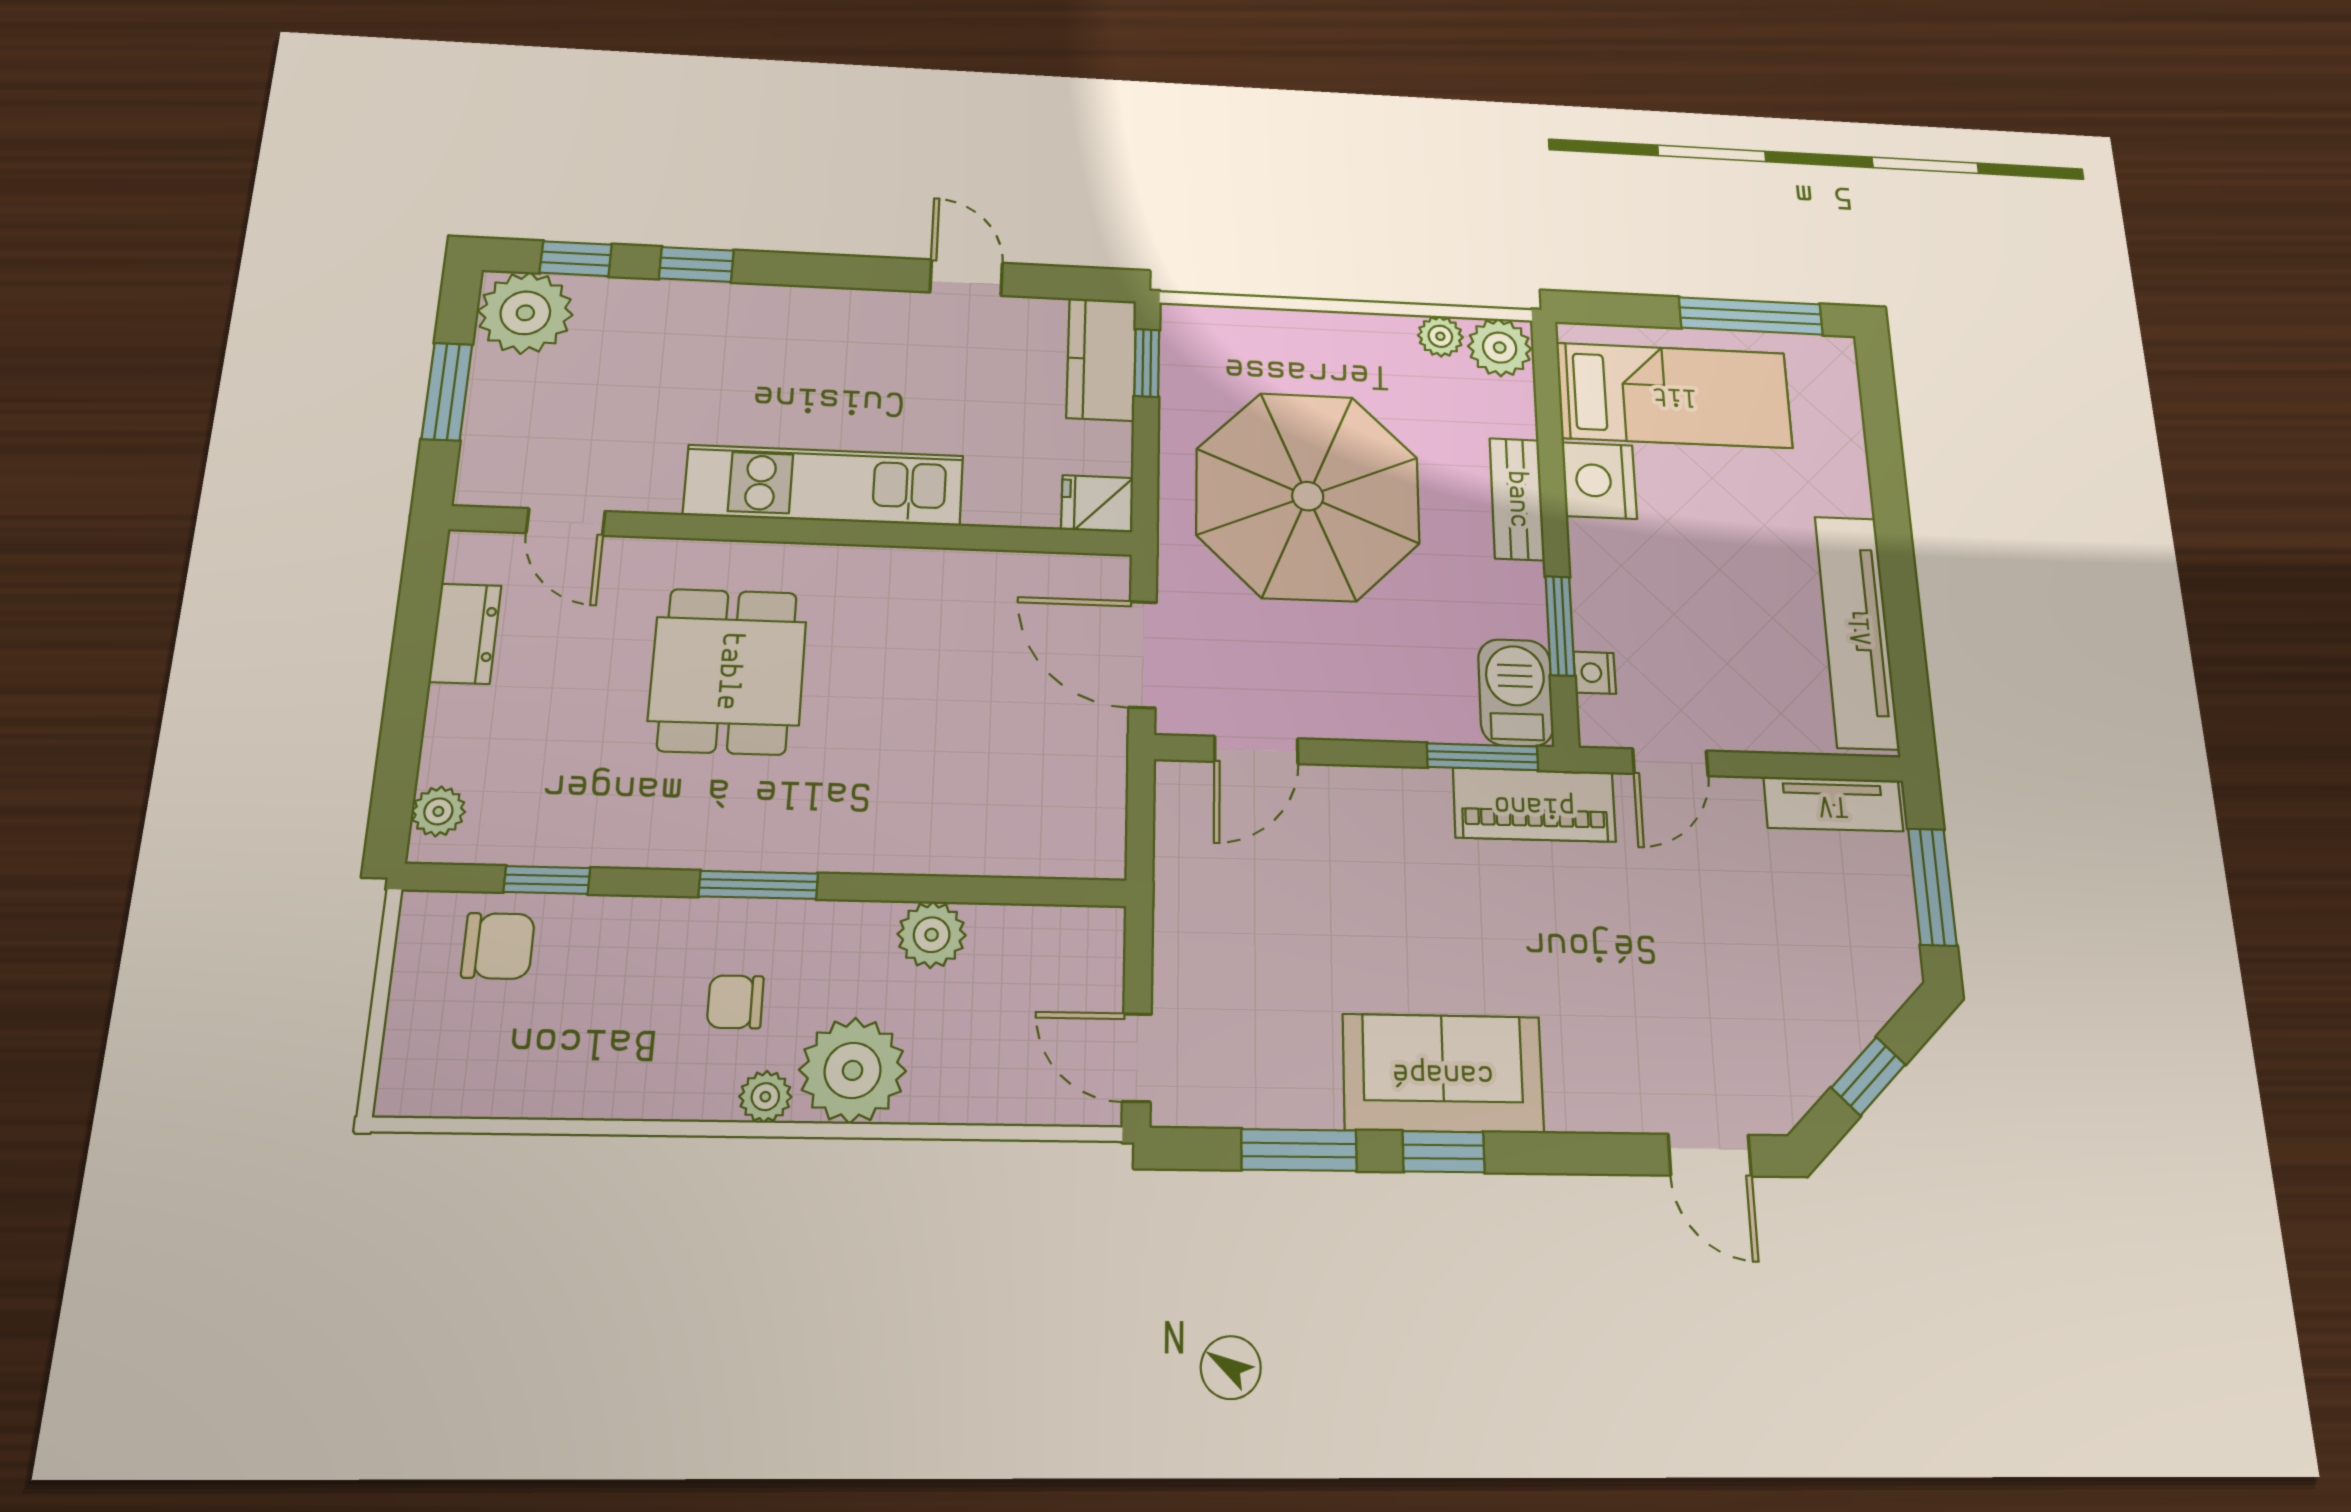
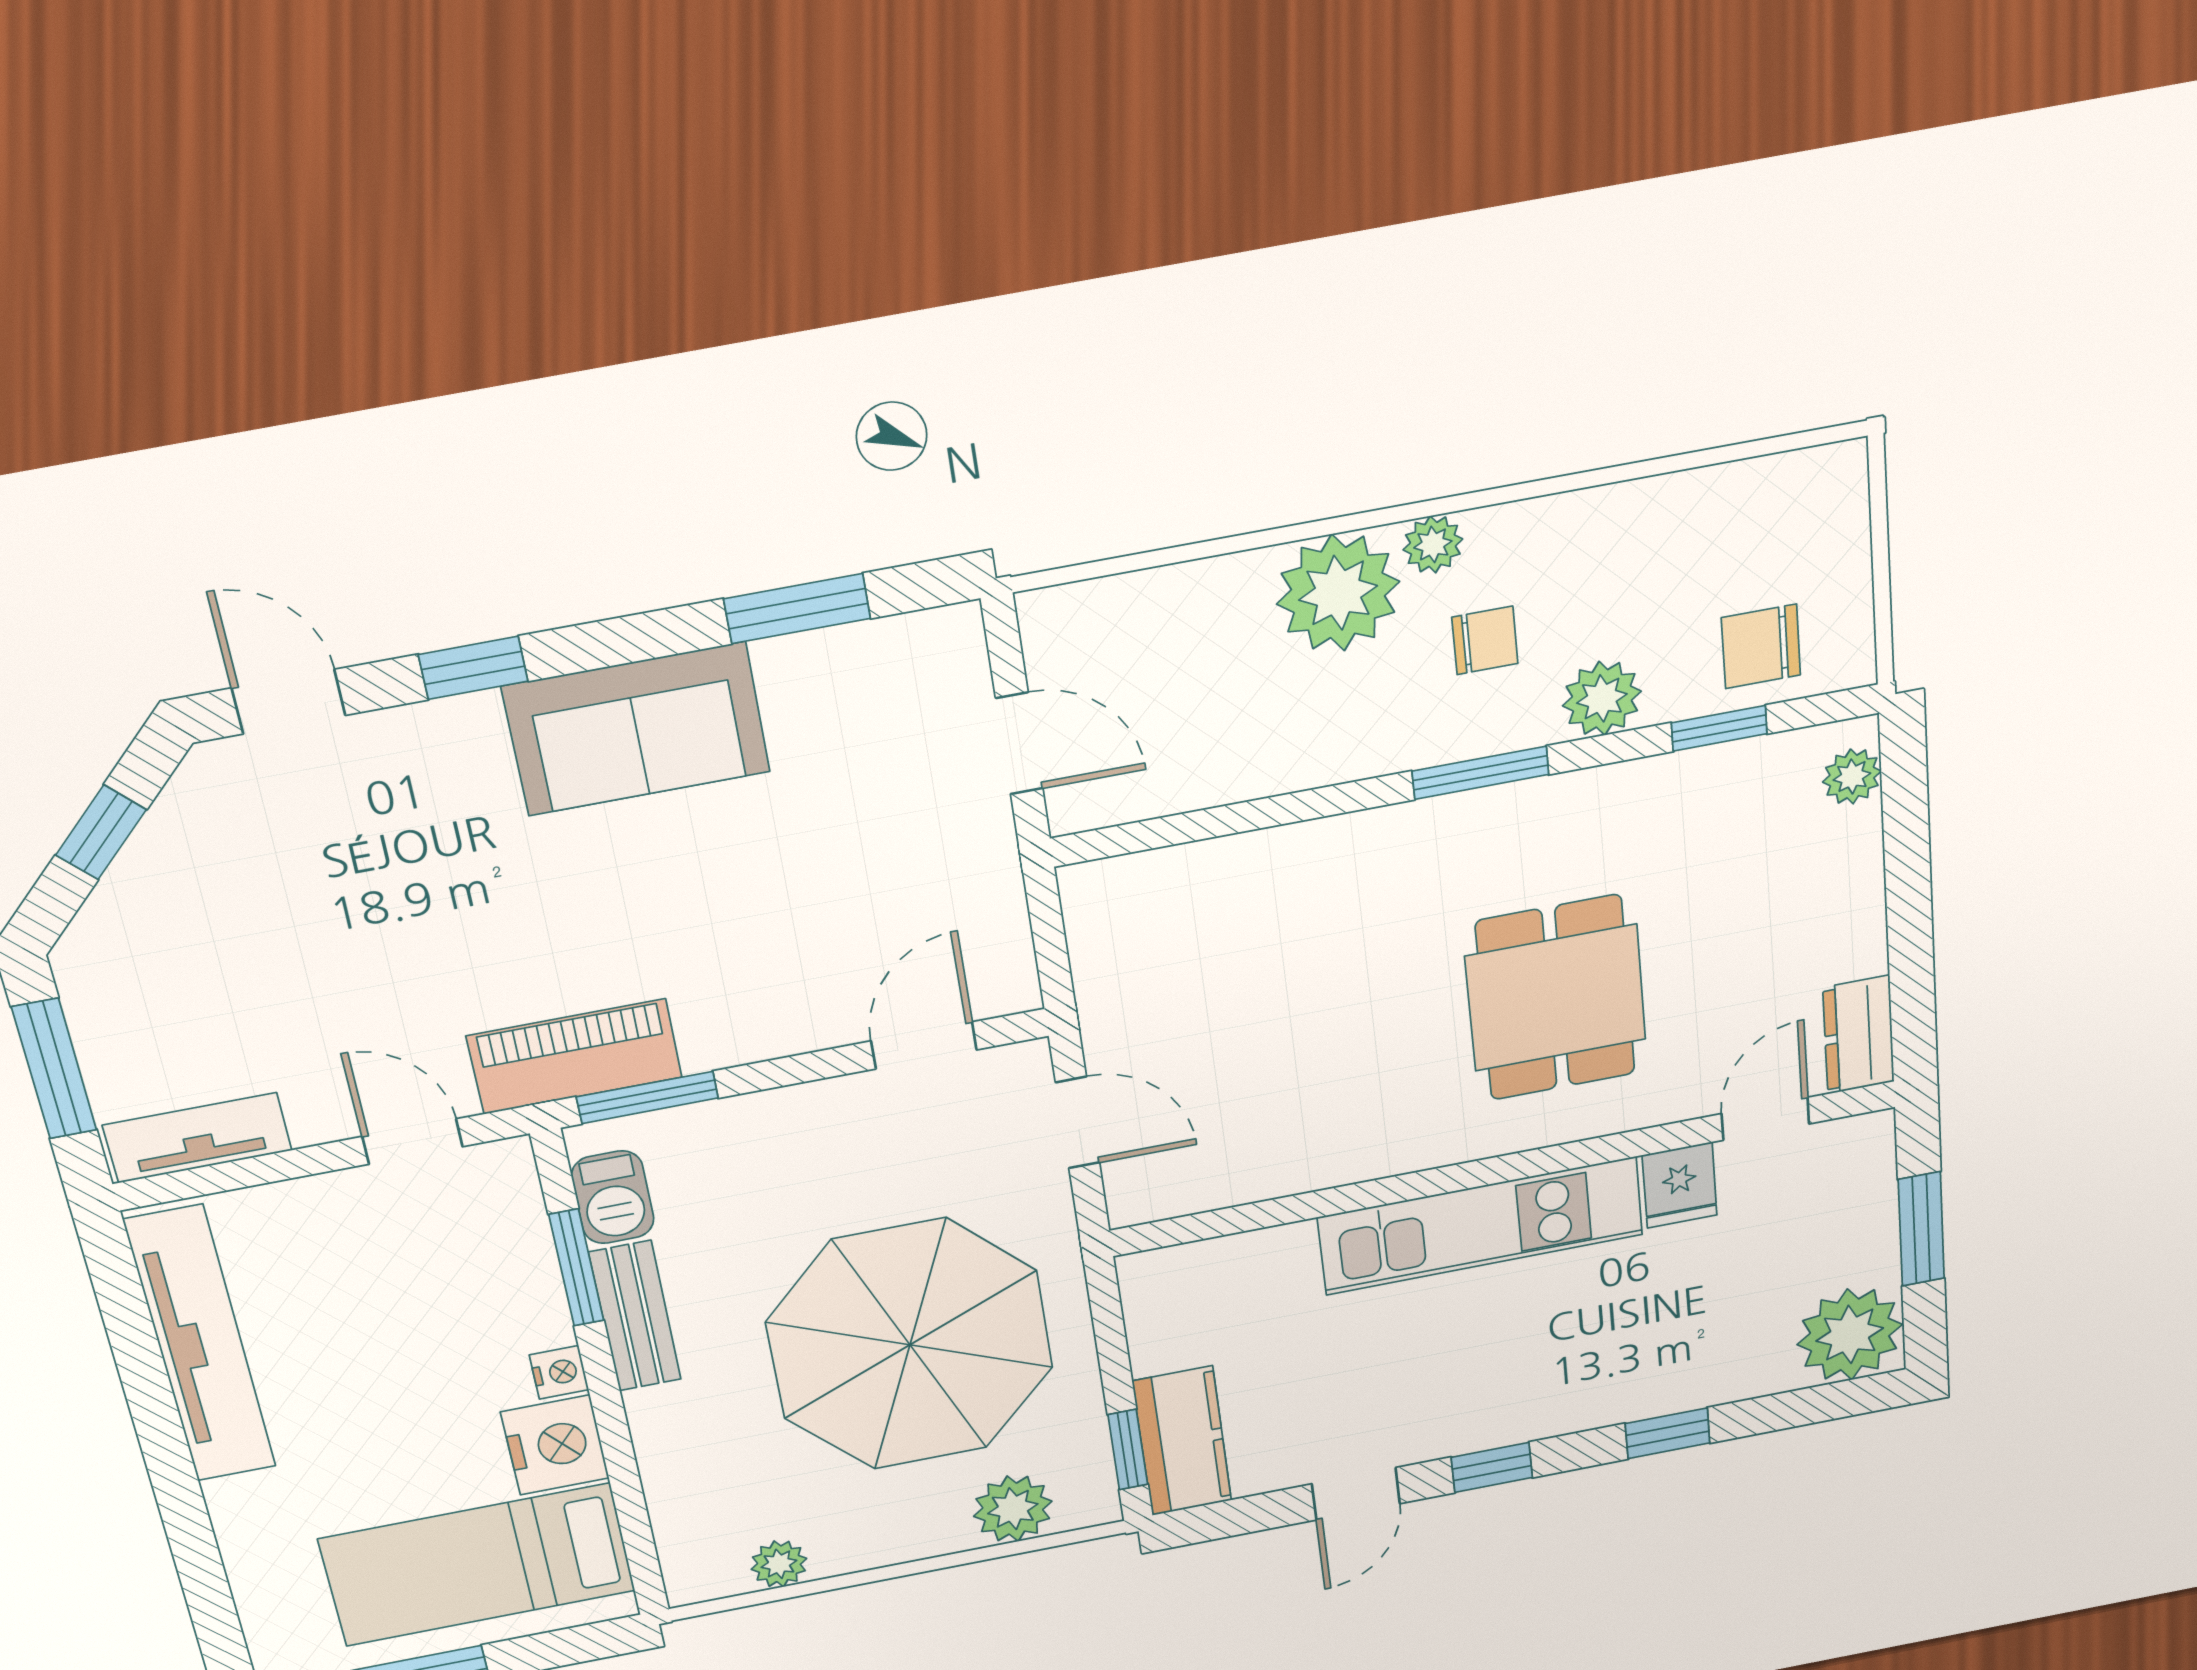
window: (576, 259) -> (1492, 1467), moved
door: (966, 278) -> (1356, 1494), hinge flipped
plant: (1500, 348) -> (1013, 1509), moved
bench: (1517, 499) -> (635, 1316), moved
fridge: (1097, 504) -> (1680, 1185), moved, turned 90
door: (566, 522) -> (1765, 1119), hinge flipped
dresser: (465, 634) -> (1859, 1035), moved
door: (1143, 654) -> (1078, 1123), width x0.73
nightstand: (1595, 673) -> (559, 1372), moved
barbecue: (1516, 693) -> (613, 1197), width x0.73, depth x0.79
door: (1670, 762) -> (412, 1142), hinge flipped
plant: (932, 935) -> (1602, 698), moved
door: (1137, 1058) -> (1019, 743), moved
window: (1444, 1152) -> (473, 668), moved

